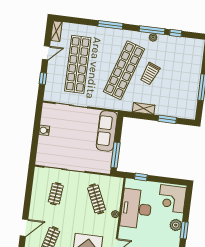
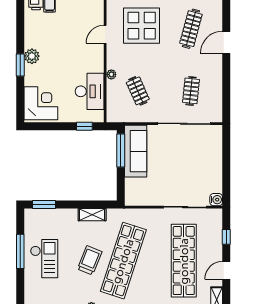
checkout: (185, 79) -> (44, 259), added
window: (167, 119) -> (44, 205), moved
water cooler: (44, 130) -> (216, 200), moved
sofa: (107, 131) -> (136, 151), moved
clothes rail: (97, 199) -> (138, 91), width x0.73
desk: (136, 209) -> (90, 91), width x0.73, depth x0.77
plant: (176, 225) -> (32, 56), moved

